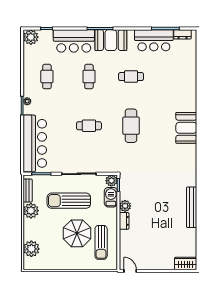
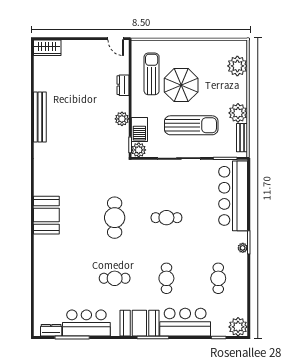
dresser: (124, 221) -> (123, 85), moved

